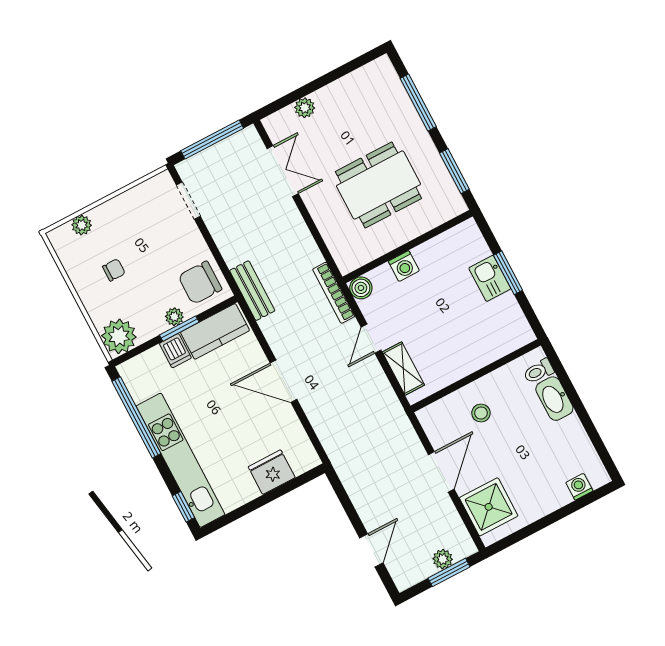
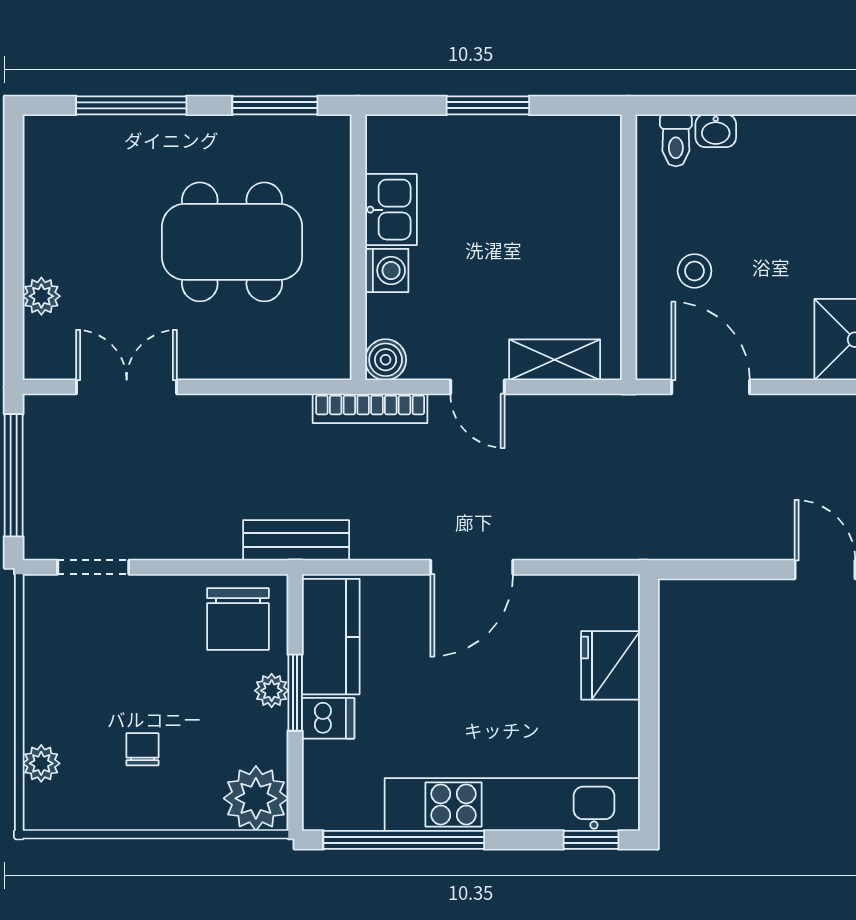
dining table: (378, 185) -> (232, 242), turned 90
kitchen sink: (490, 278) -> (391, 210), moved, turned -90
washbasin: (554, 399) -> (716, 131), width x0.52, depth x0.69
door: (441, 472) -> (711, 387), moved

